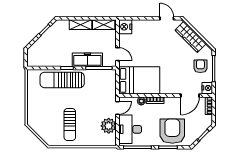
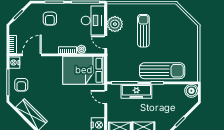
boiler: (33, 60) -> (191, 91), added
door: (117, 108) -> (106, 42), hinge flipped
sun lounger: (70, 124) -> (143, 31), moved
armchair: (172, 131) -> (50, 19), width x0.53, depth x0.53

